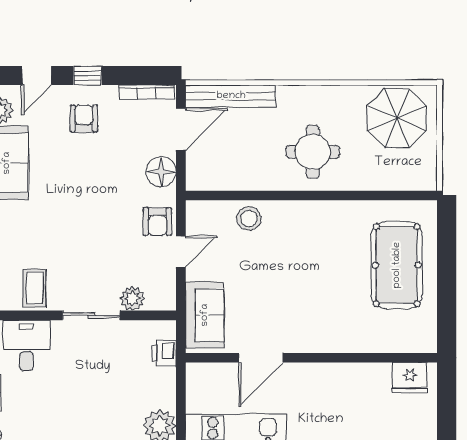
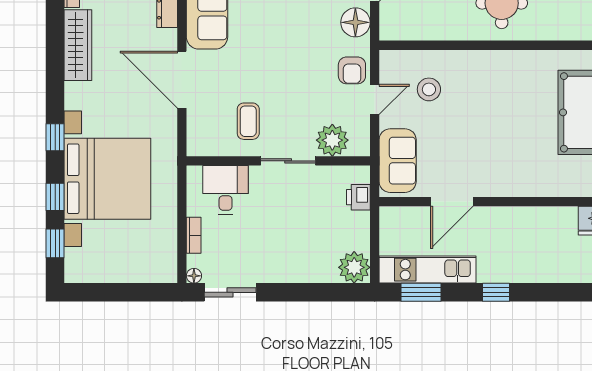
stool: (249, 218) -> (429, 89), moved
coffee table: (35, 288) -> (248, 121), moved
plant: (133, 298) -> (332, 140), width x1.36, depth x1.36

